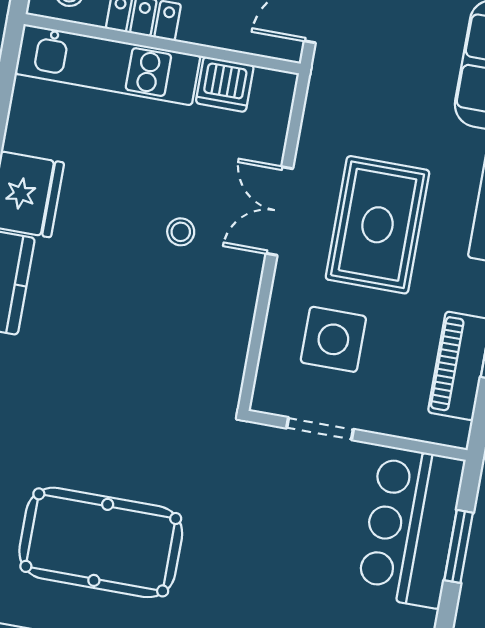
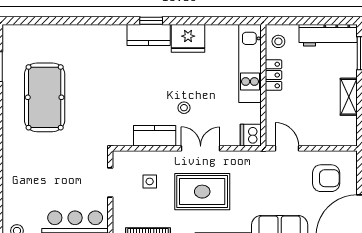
dishwasher: (225, 84) -> (251, 135), moved
kitchen counter: (232, 309) -> (155, 136), added
side table: (333, 339) -> (150, 181), width x0.54, depth x0.54

